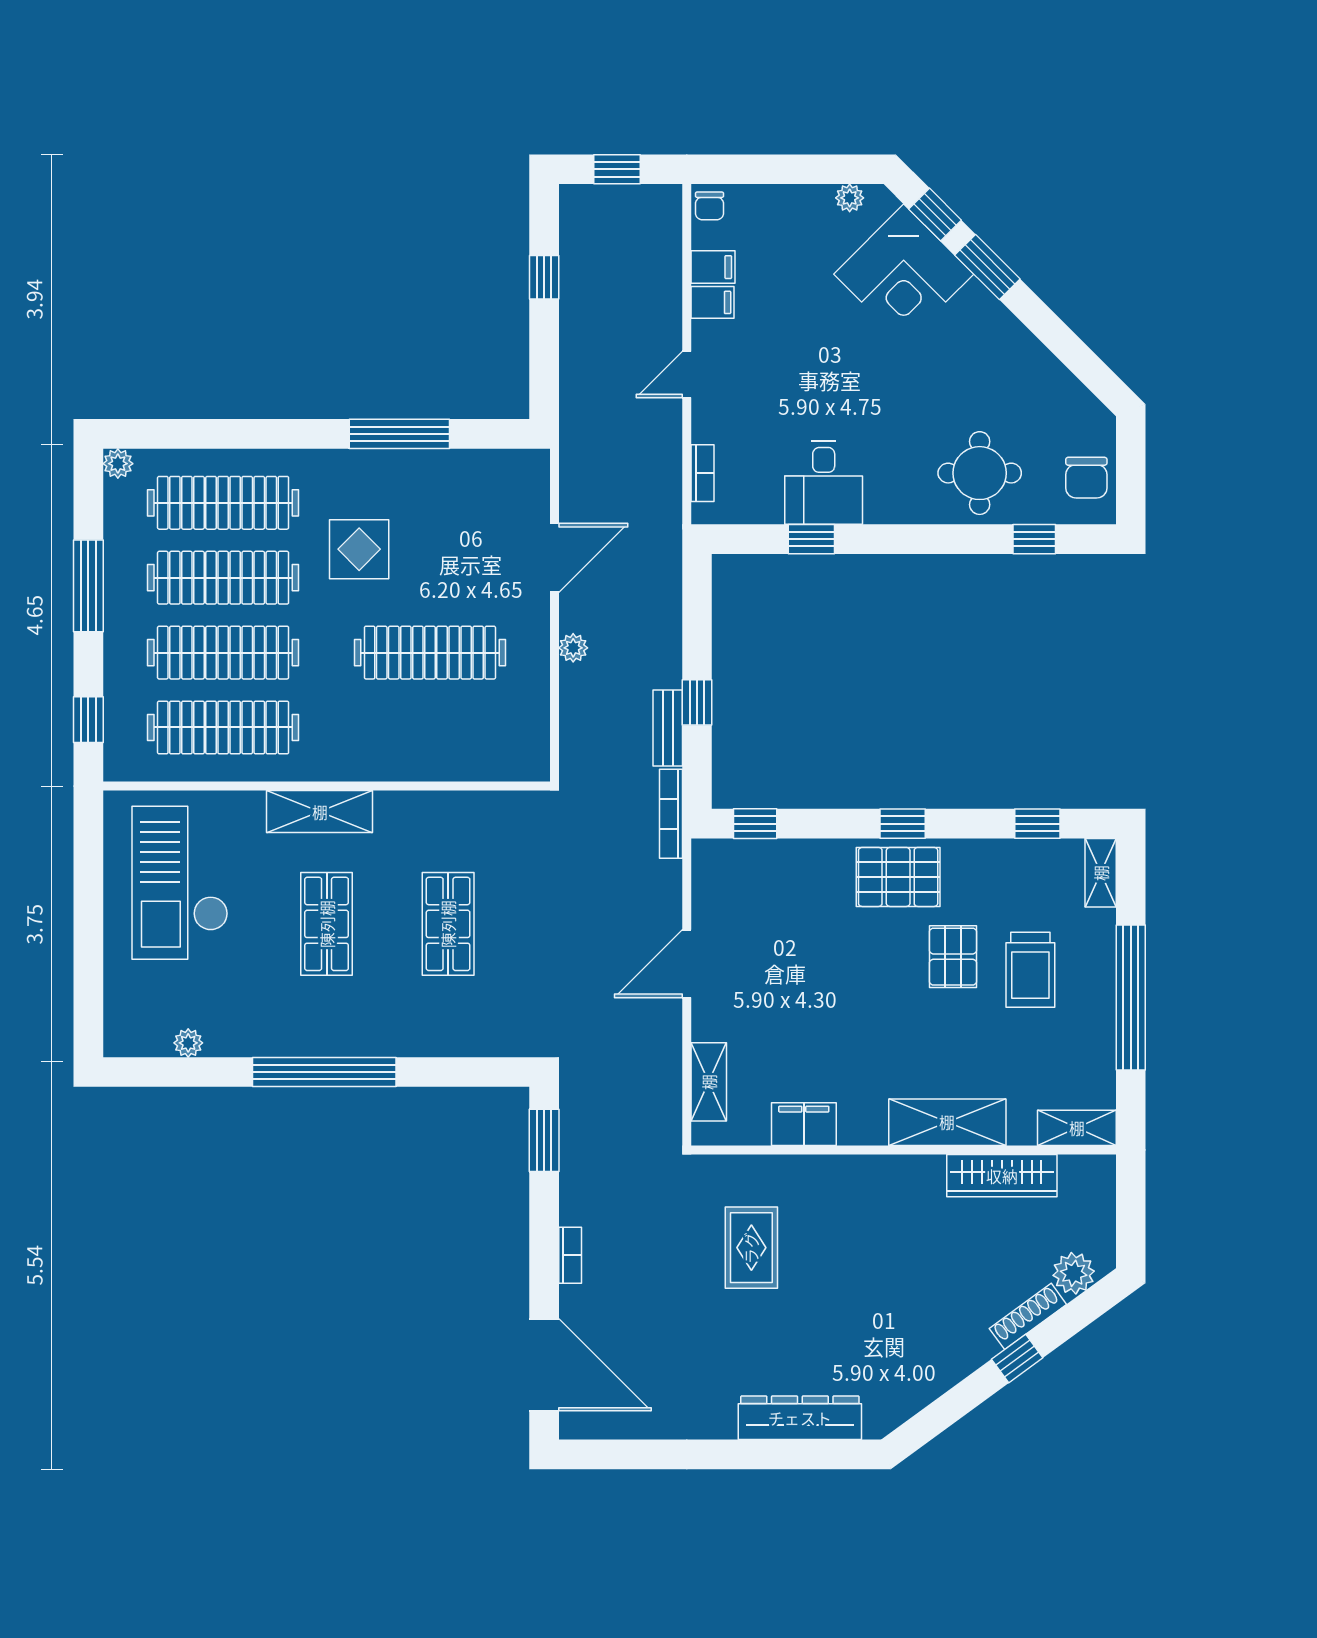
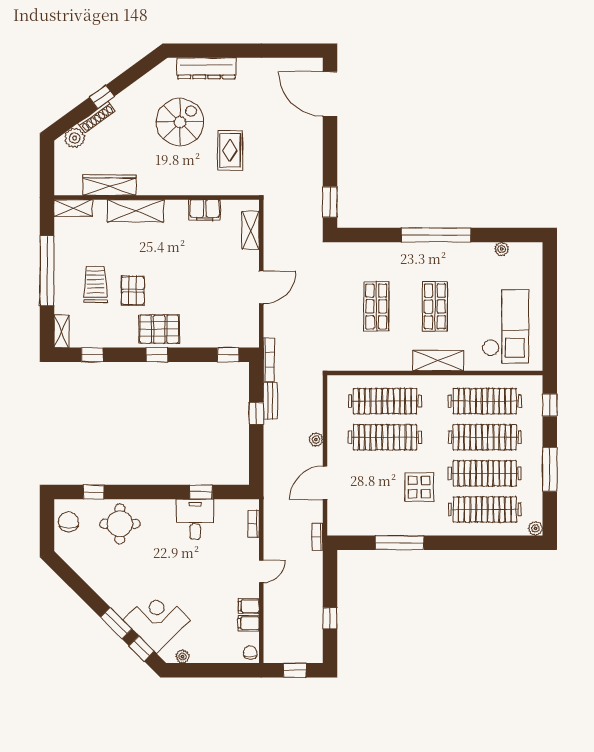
clothes rail: (430, 727) -> (385, 401), added
bookcase: (570, 1255) -> (317, 537), moved
spiral stairs: (855, 1306) -> (180, 122), added

